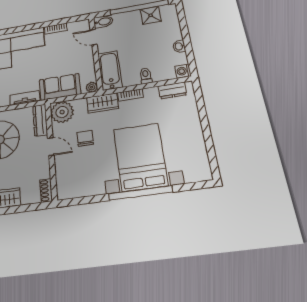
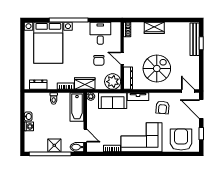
shower: (151, 15) -> (54, 145), moved
washing machine: (183, 71) -> (29, 126), moved
bed with nightstands: (140, 157) -> (48, 43), moved
desk: (87, 179) -> (100, 33), added

